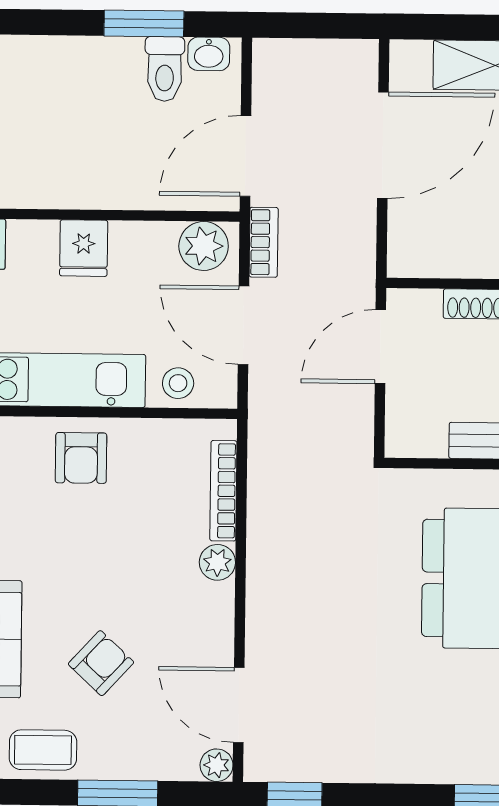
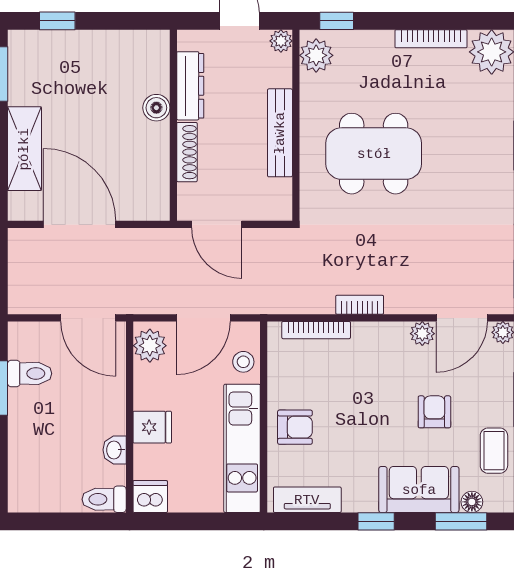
washbasin: (209, 54) -> (115, 450), moved, turned 180
bookcase: (264, 242) -> (360, 305), moved
plant: (217, 562) -> (422, 334), moved
armchair: (101, 663) -> (434, 412), turned 47

